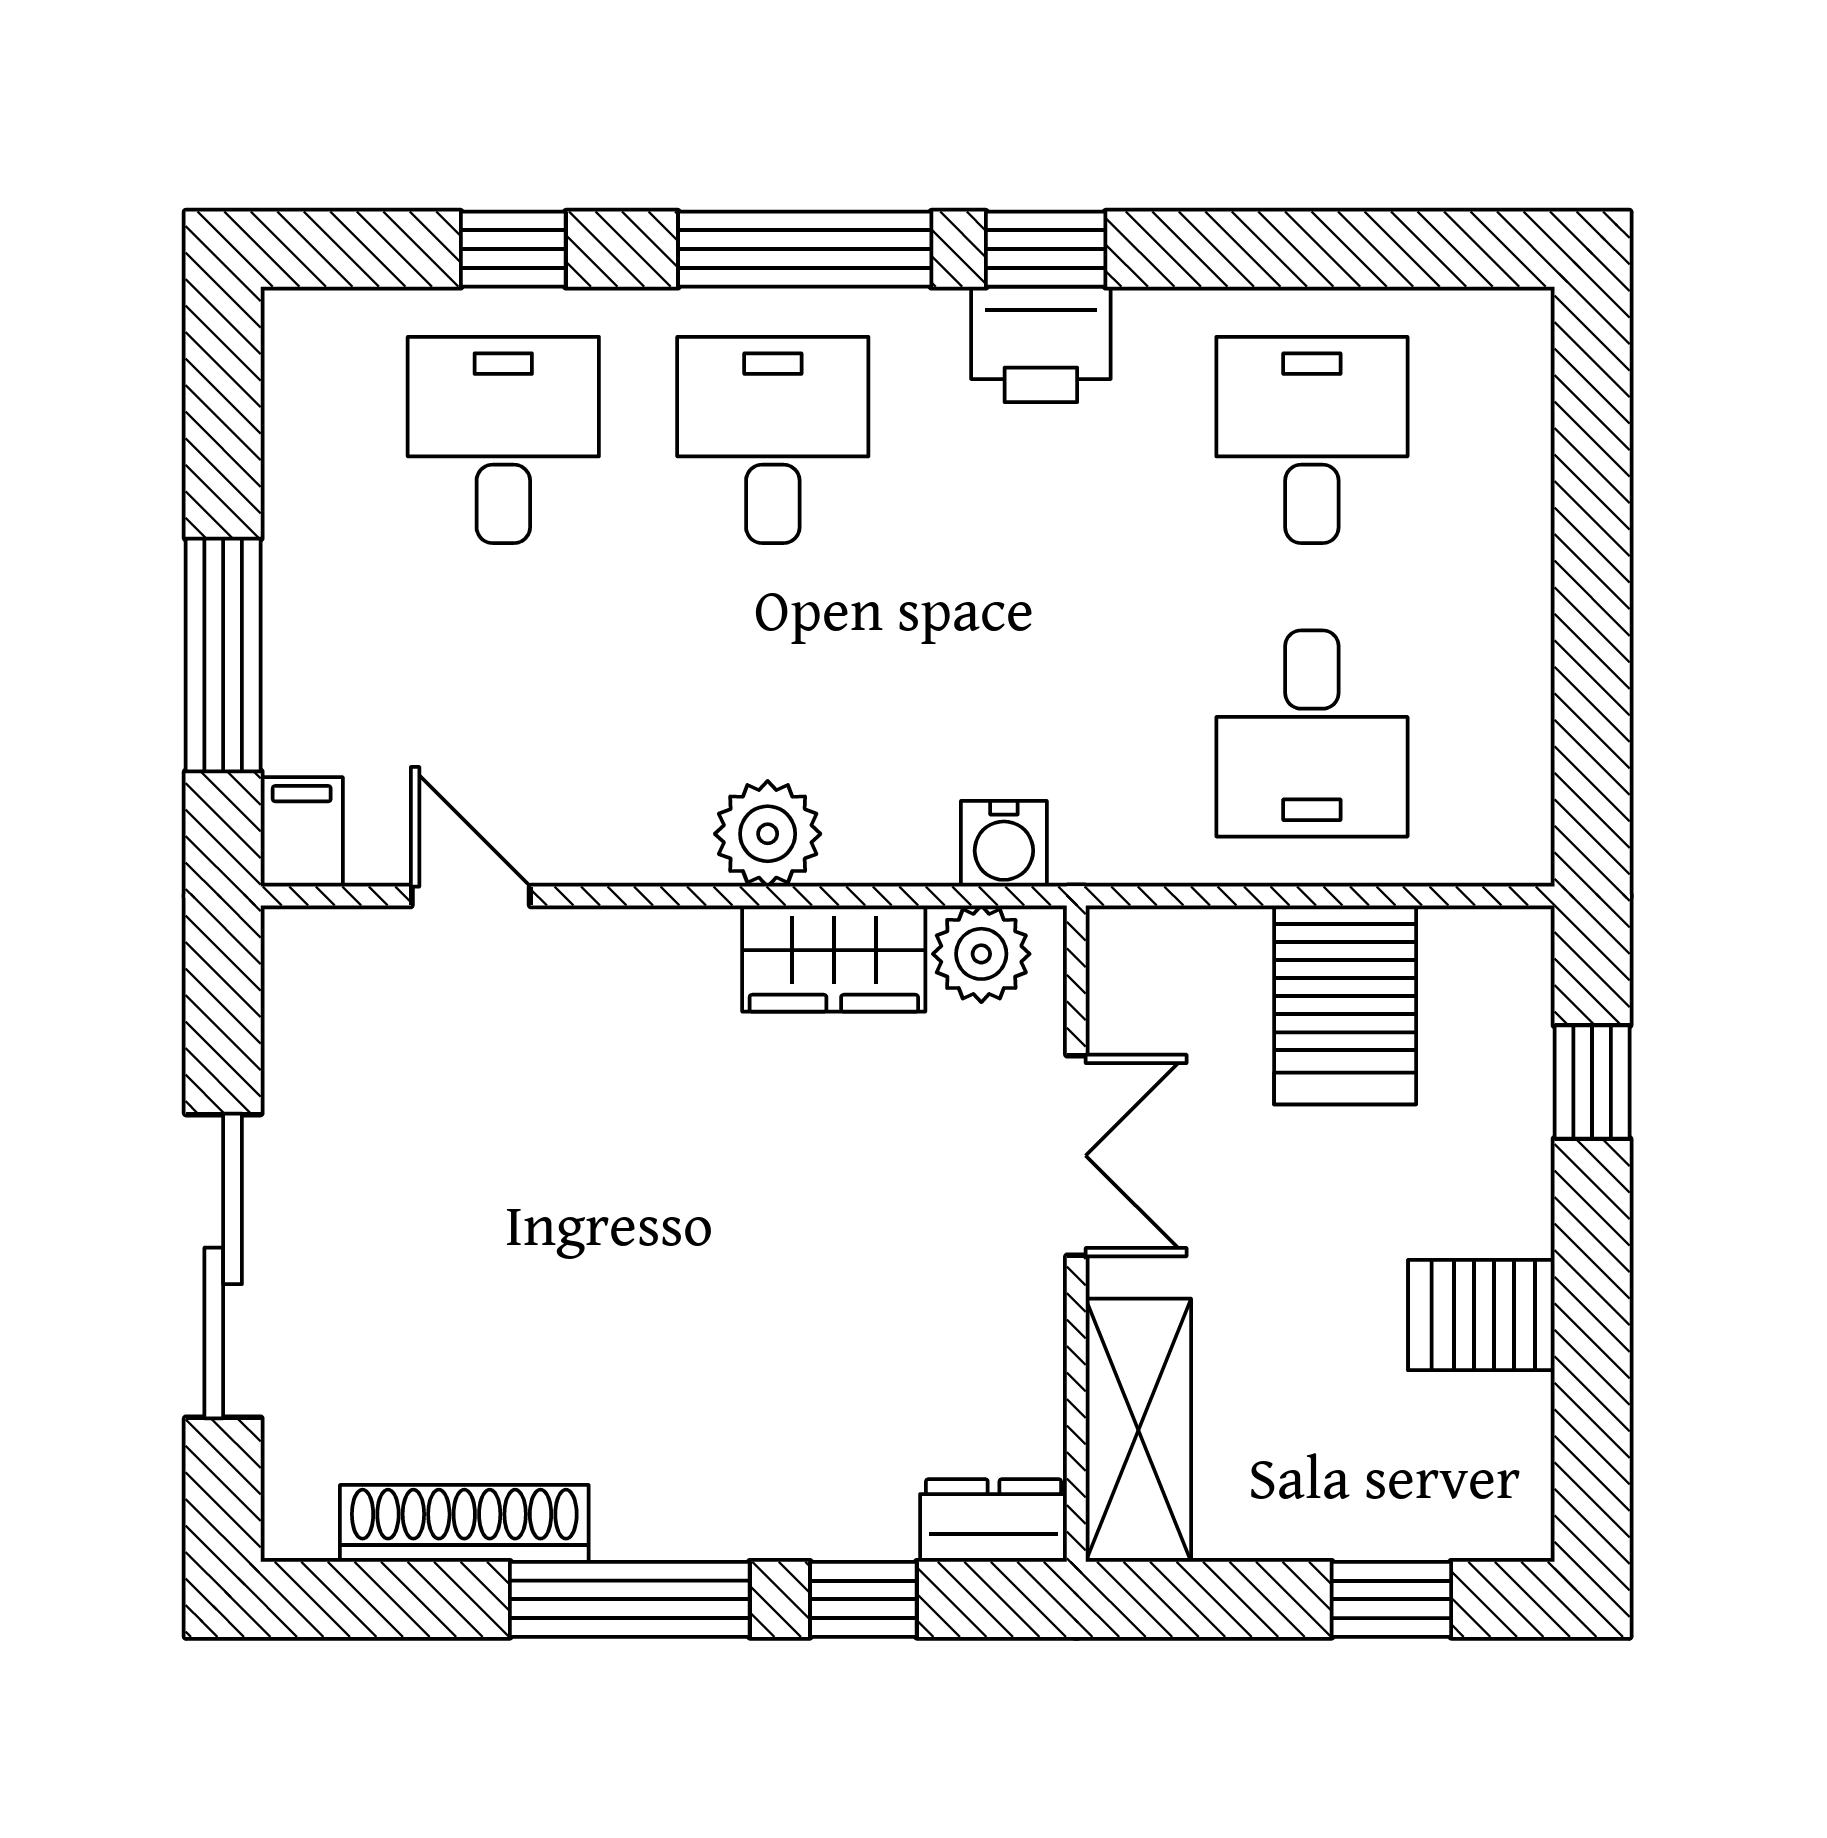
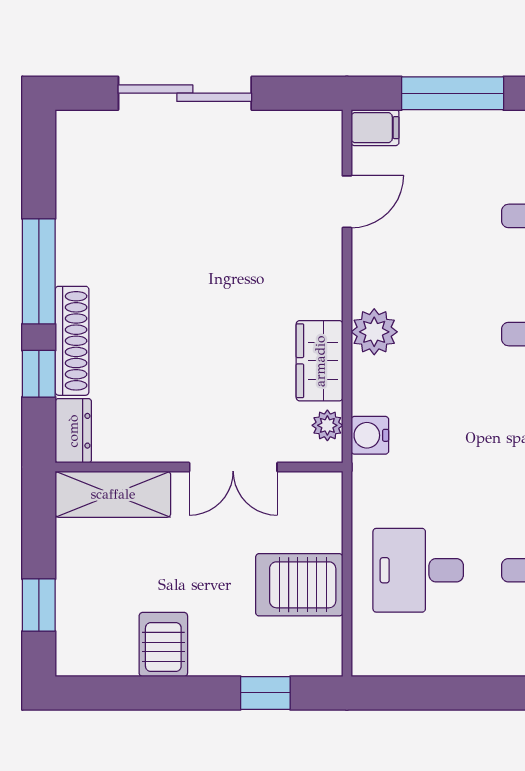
plant: (981, 954) -> (327, 425), width x0.73, depth x0.73
shoe rack: (464, 1523) -> (72, 341), moved

